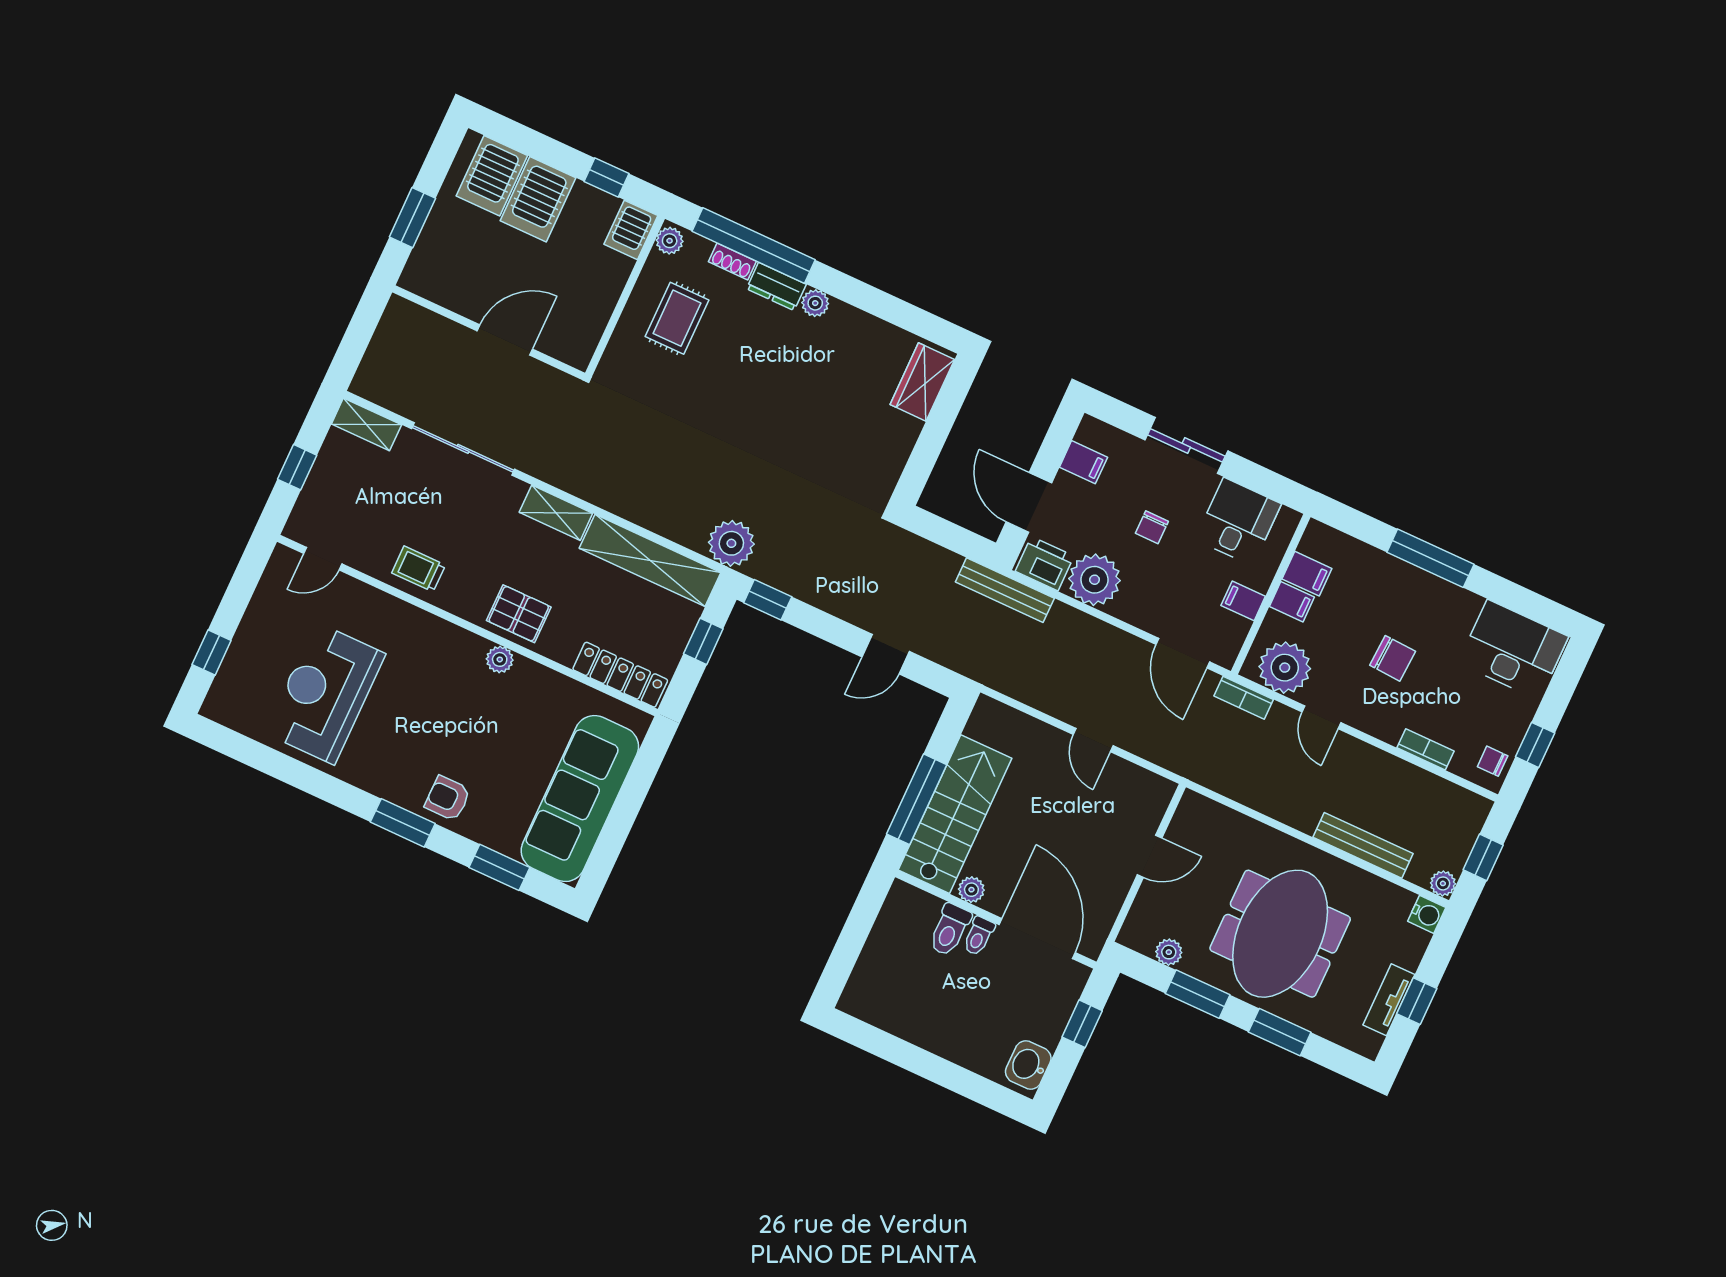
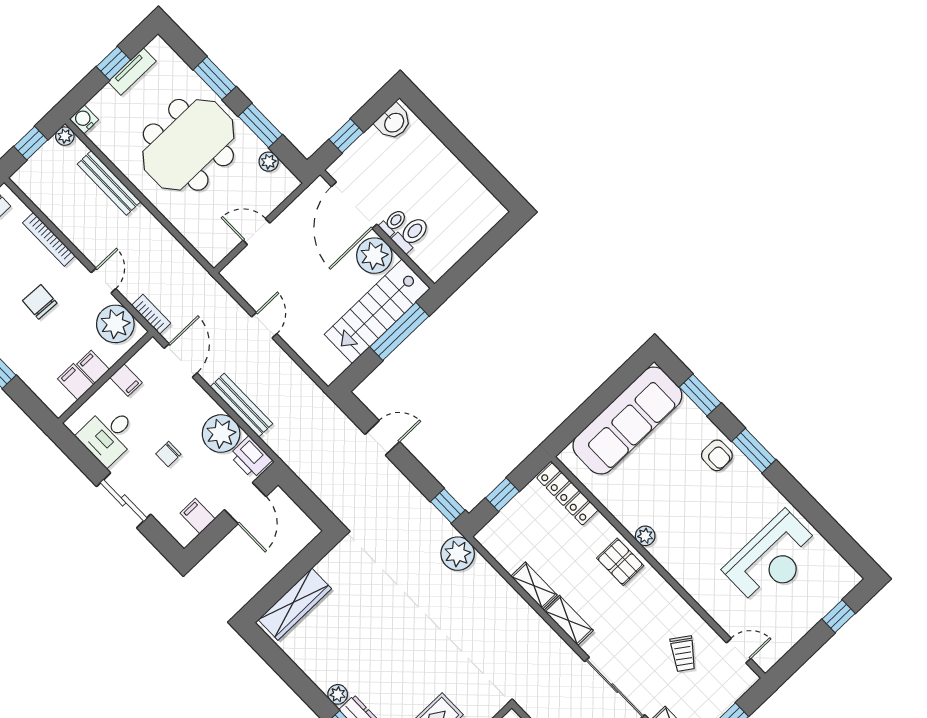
wardrobe: (922, 382) -> (295, 604), width x1.50
chair: (1152, 527) -> (168, 454), turned 180
shelving: (650, 560) -> (534, 586), width x0.45, depth x0.75
trolley: (419, 569) -> (683, 654), moved, turned 35
bench: (1005, 590) -> (241, 405), moved
bookcase: (1426, 749) -> (49, 239), width x1.56
plant: (971, 890) -> (374, 256), width x1.88, depth x1.88

